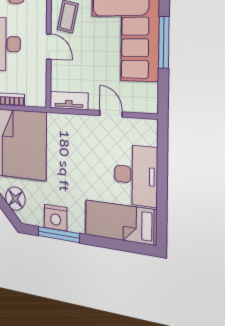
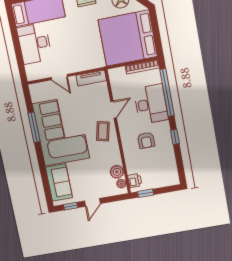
door: (49, 47) -> (114, 110), swing flipped

